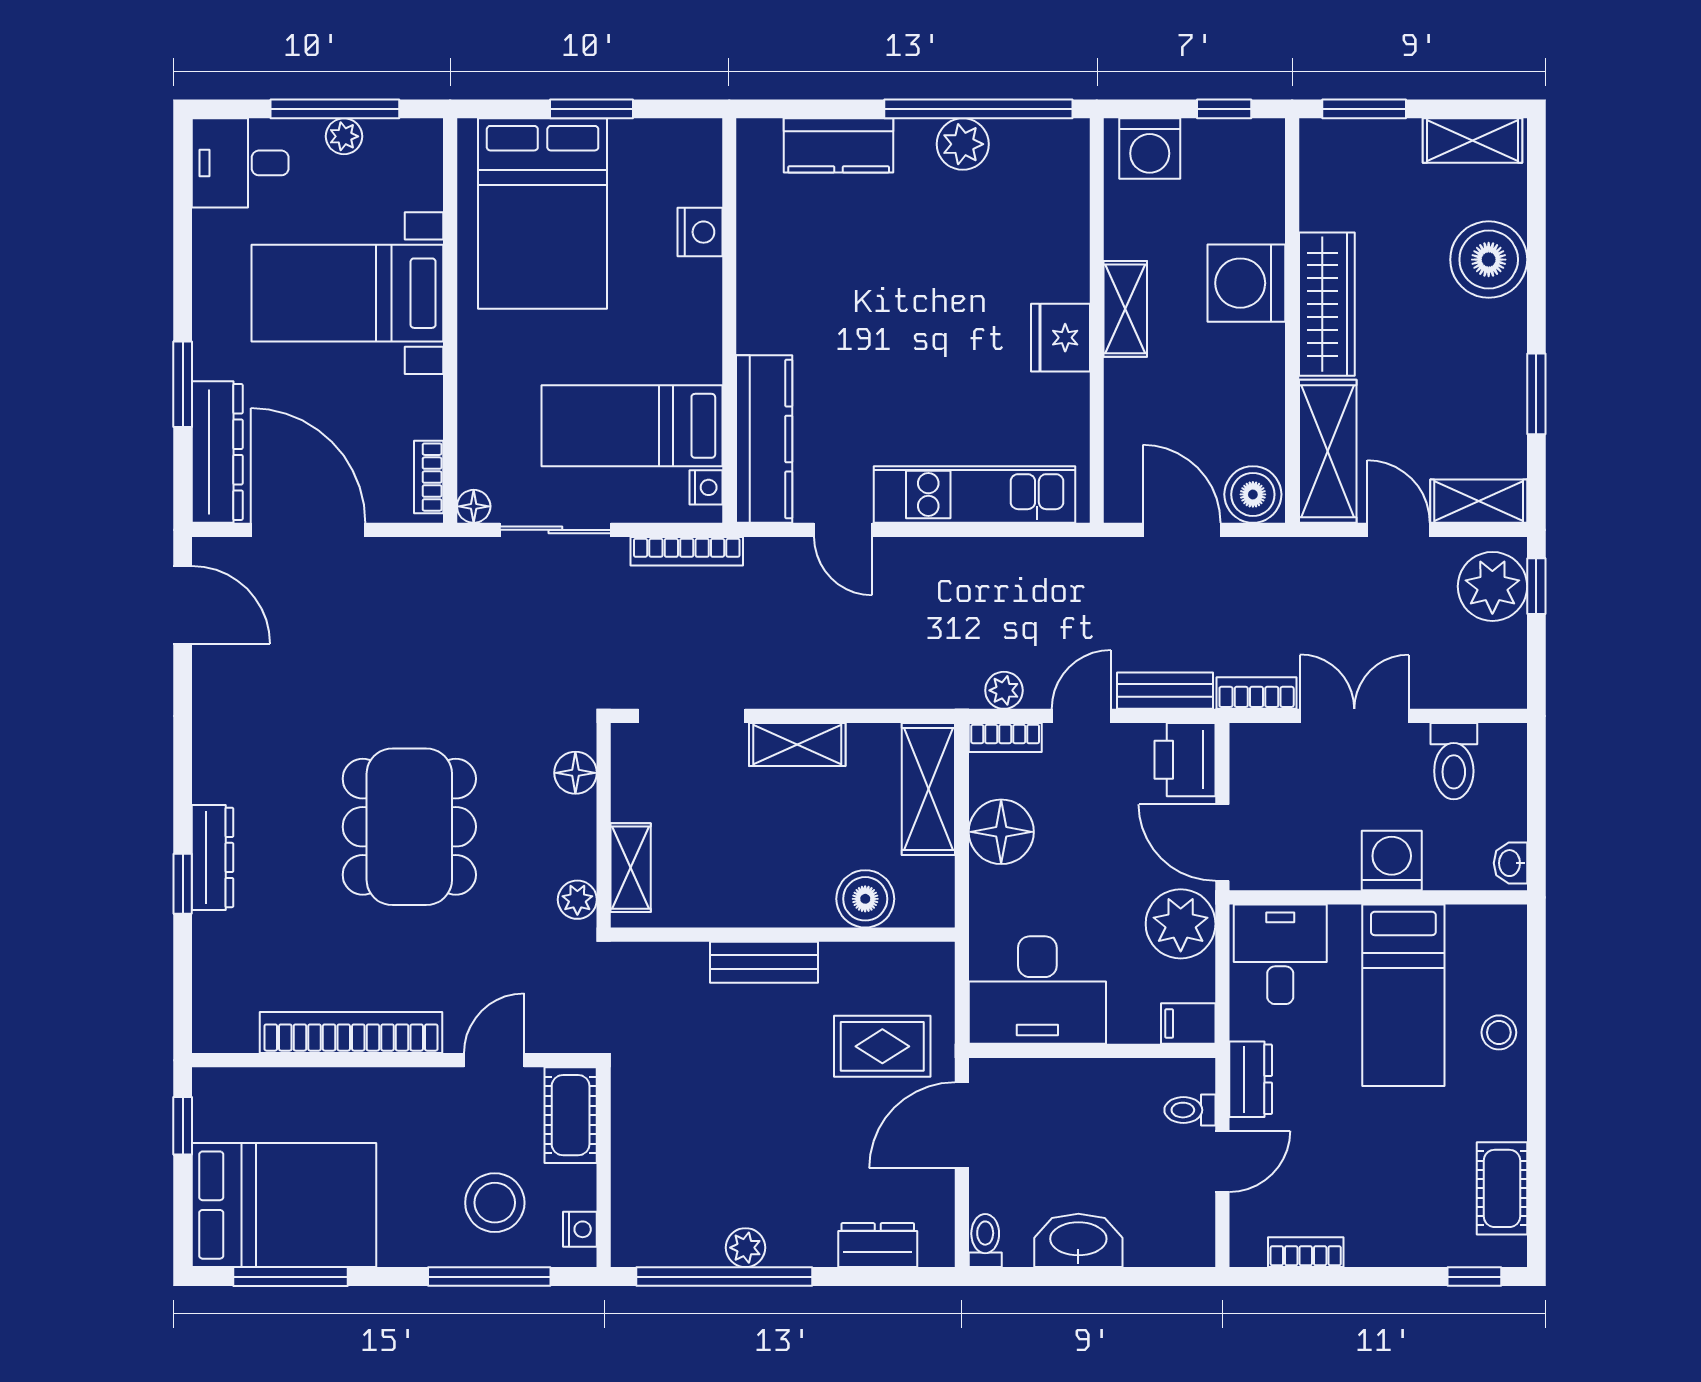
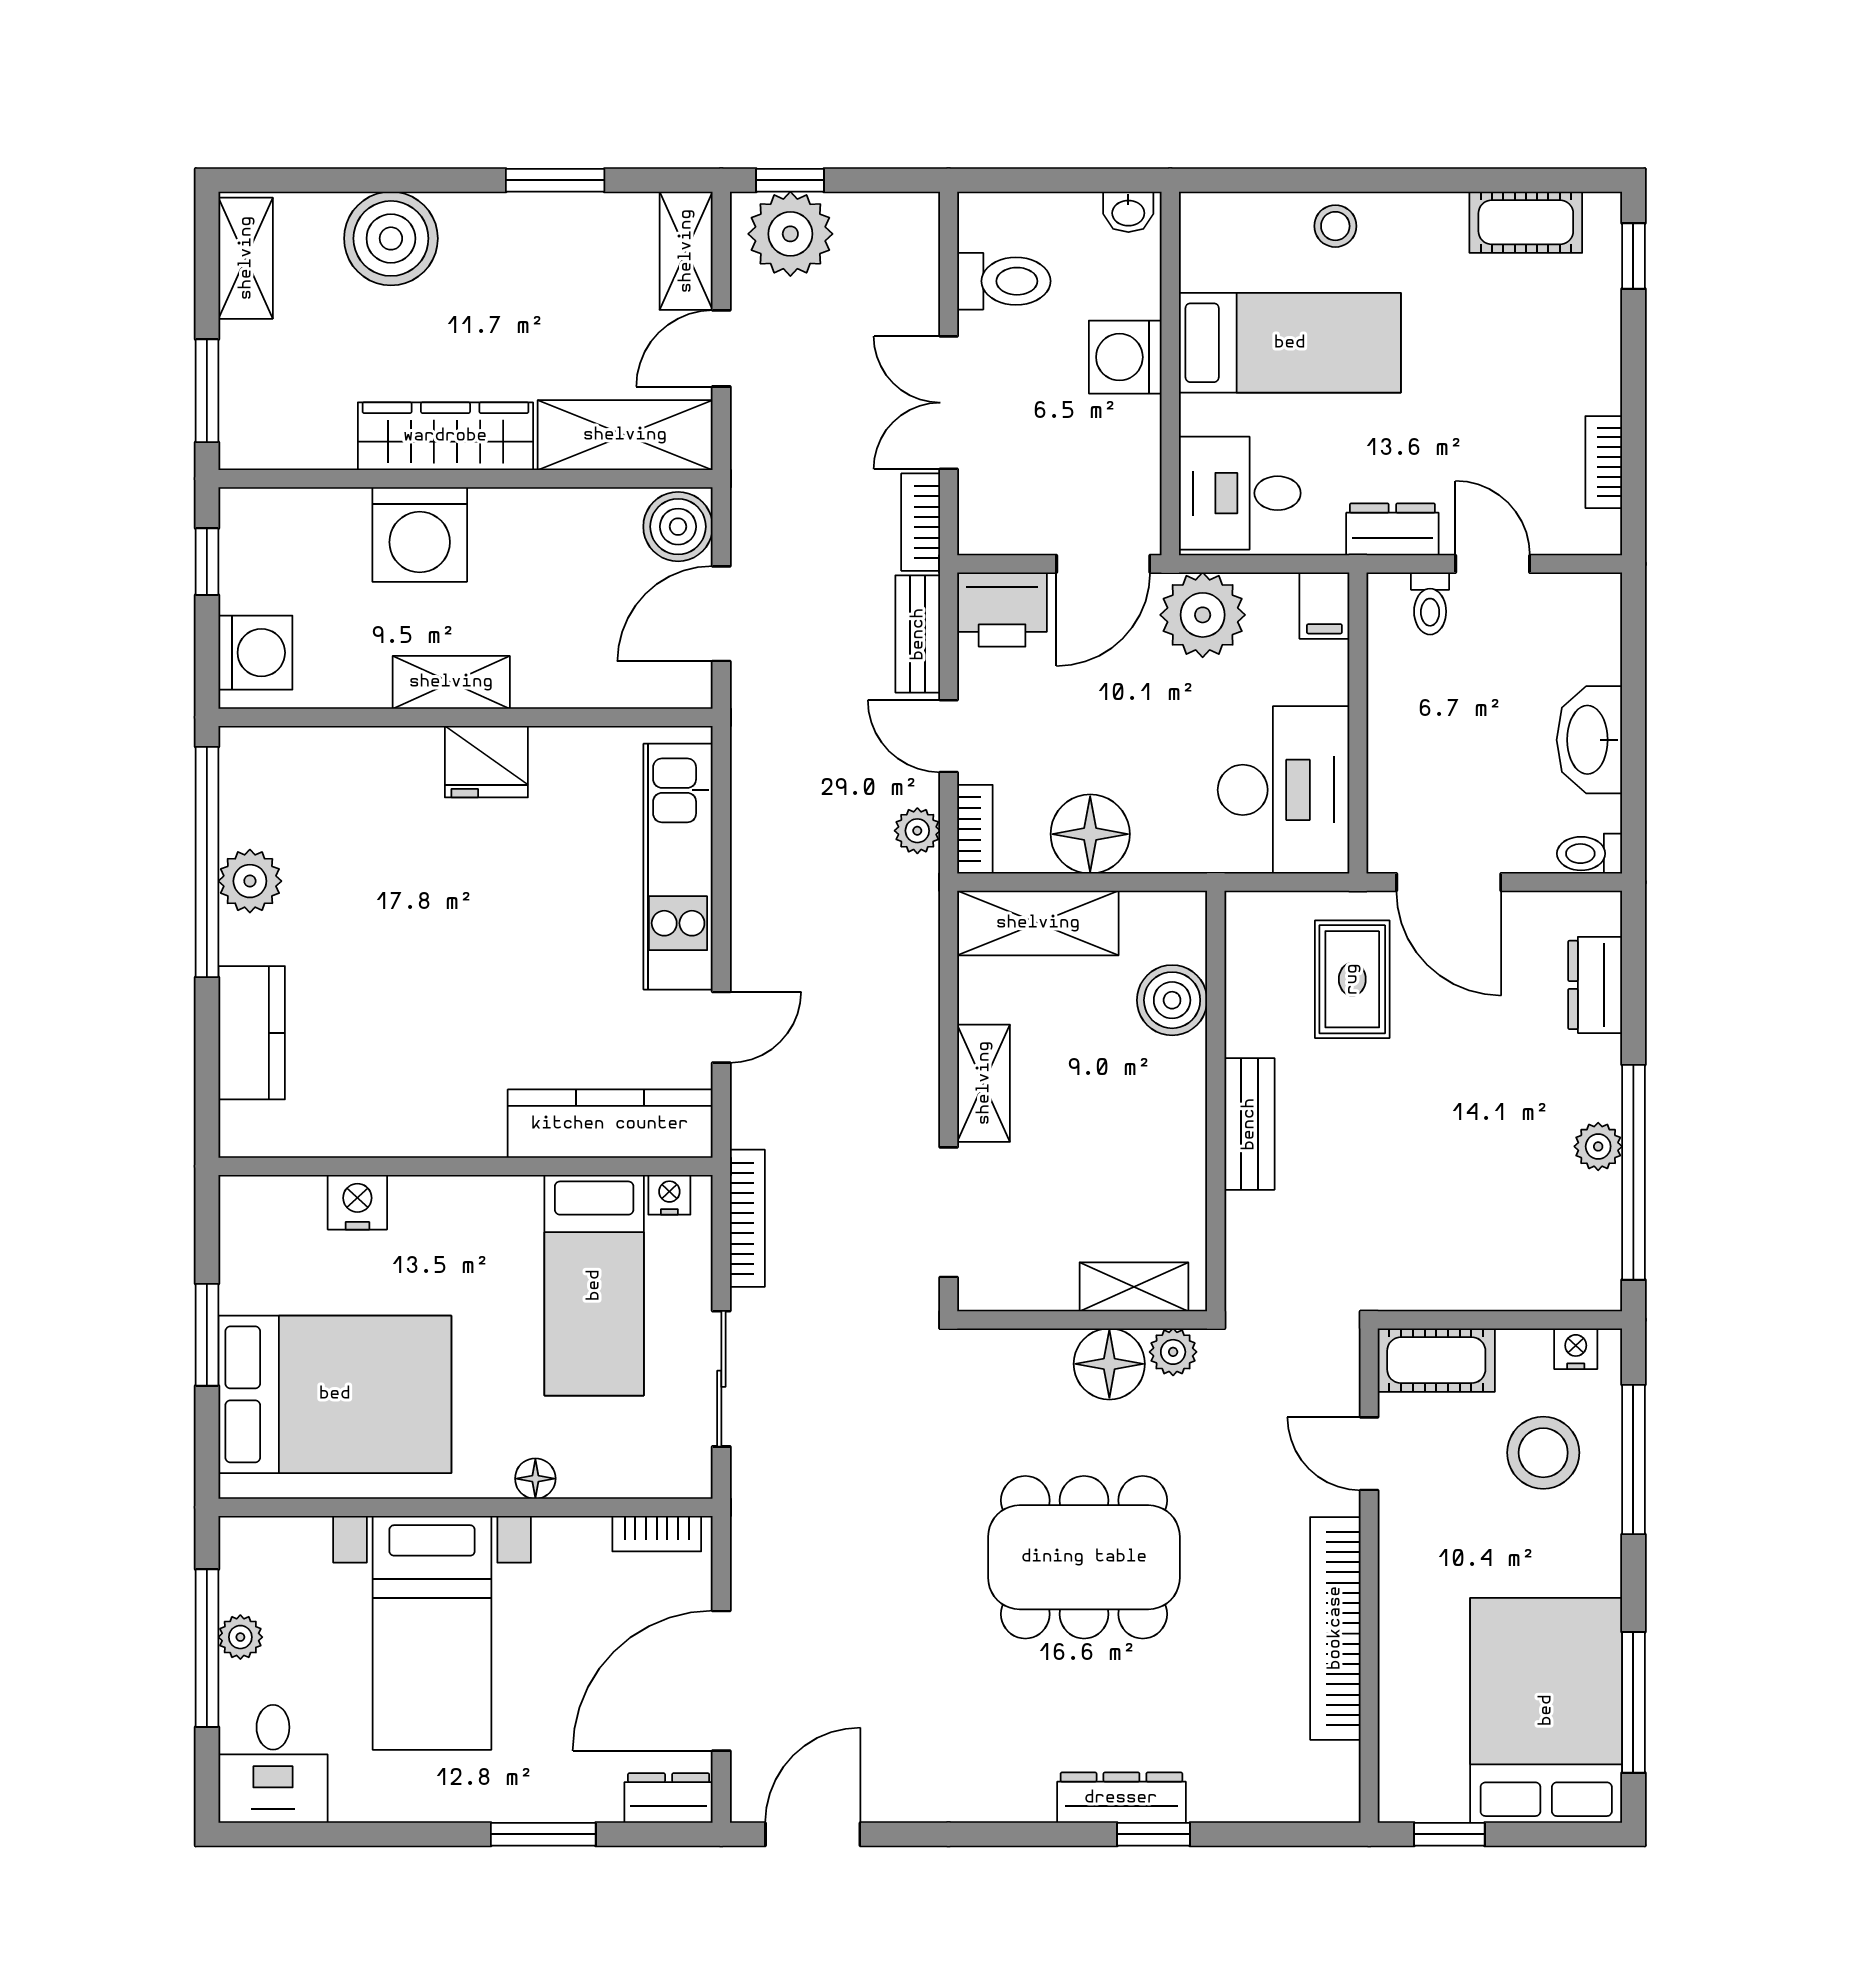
dresser: (217, 452) -> (669, 1798), width x0.51, depth x0.80
floor lamp: (474, 506) -> (535, 1479), moved
floor lamp: (575, 773) -> (1109, 1364), moved, width x1.38, depth x1.38

